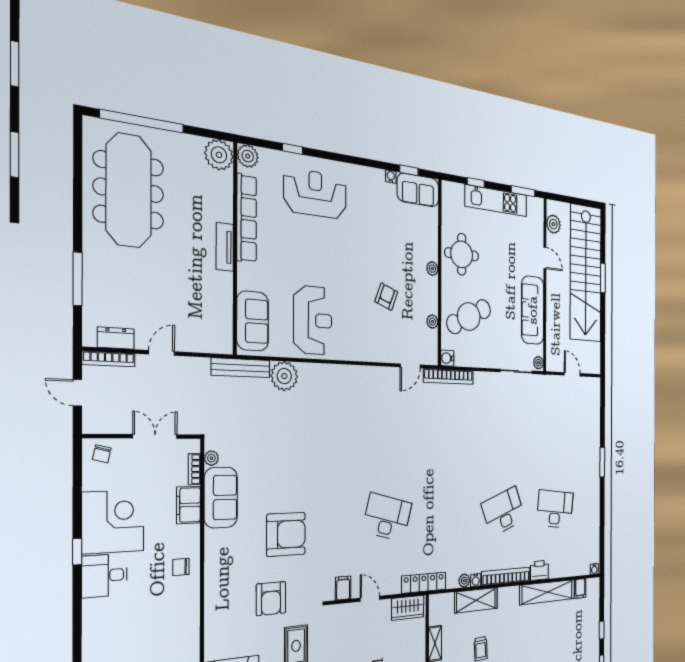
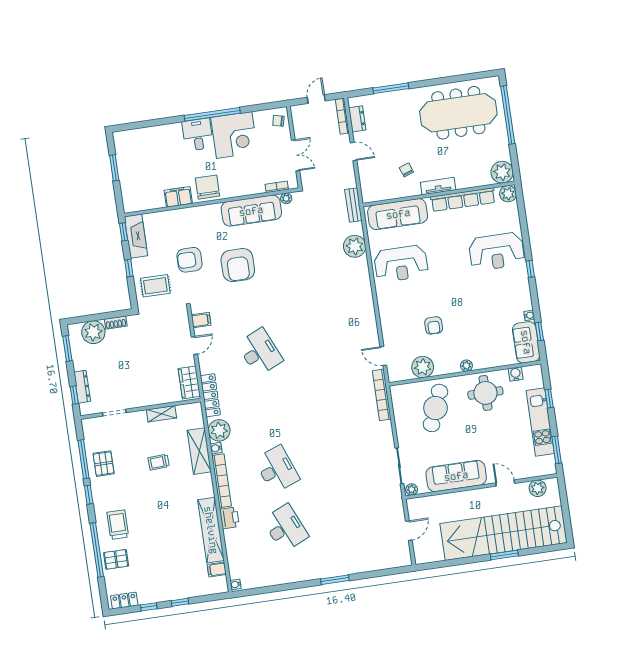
window: (293, 149) -> (530, 269), moved
reception desk: (315, 194) -> (497, 252), turned 90
door: (545, 258) -> (505, 483), swing flipped
chair: (197, 285) -> (406, 170), added
armchair: (386, 297) -> (434, 325), turned 69
cafe table: (469, 317) -> (435, 408), turned 48
sofa: (253, 321) -> (398, 214), width x1.36
plant: (432, 322) -> (423, 367), width x1.87, depth x1.87
water cooler: (447, 358) -> (516, 374), moved
bench: (241, 368) -> (353, 205), width x0.73
sofa: (221, 498) -> (251, 211), width x1.36
filing cabinet: (189, 505) -> (178, 197), moved
desk: (555, 509) -> (285, 528), turned -30
desk: (387, 517) -> (260, 352), turned -39
window: (77, 552) -> (212, 114), width x3.17
chair: (181, 567) -> (207, 187), width x1.87, depth x1.87
plant: (464, 581) -> (219, 430), width x1.88, depth x1.88

